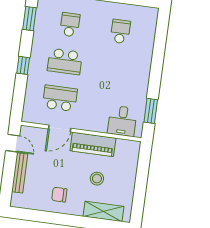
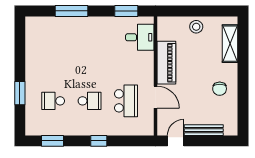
school desk: (120, 31) -> (53, 51), removed
window: (158, 56) -> (72, 11), added
school desk: (65, 61) -> (90, 101), width x0.54
school desk: (60, 98) -> (126, 101), turned 180
stool: (97, 179) -> (196, 27), moved

